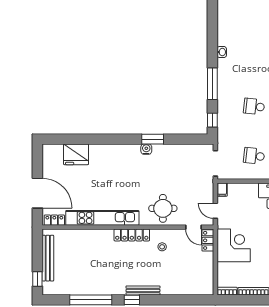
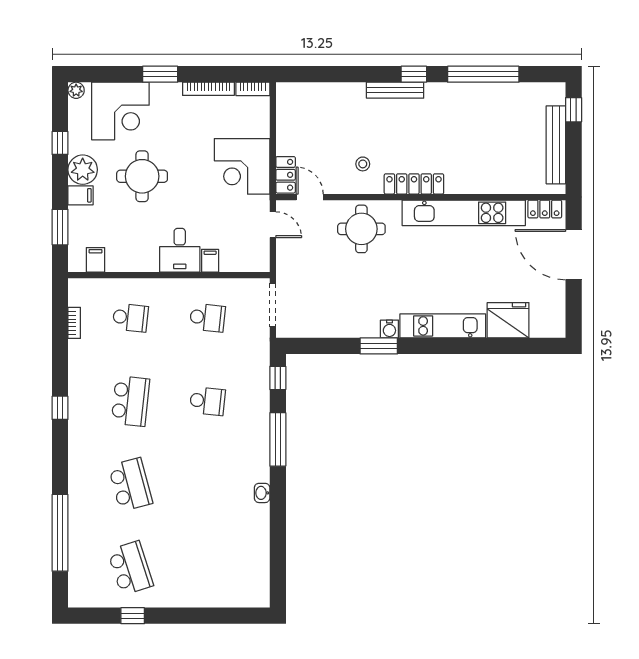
kitchen unit: (115, 151) -> (443, 326), added
filing cabinet: (222, 190) -> (210, 261), moved

